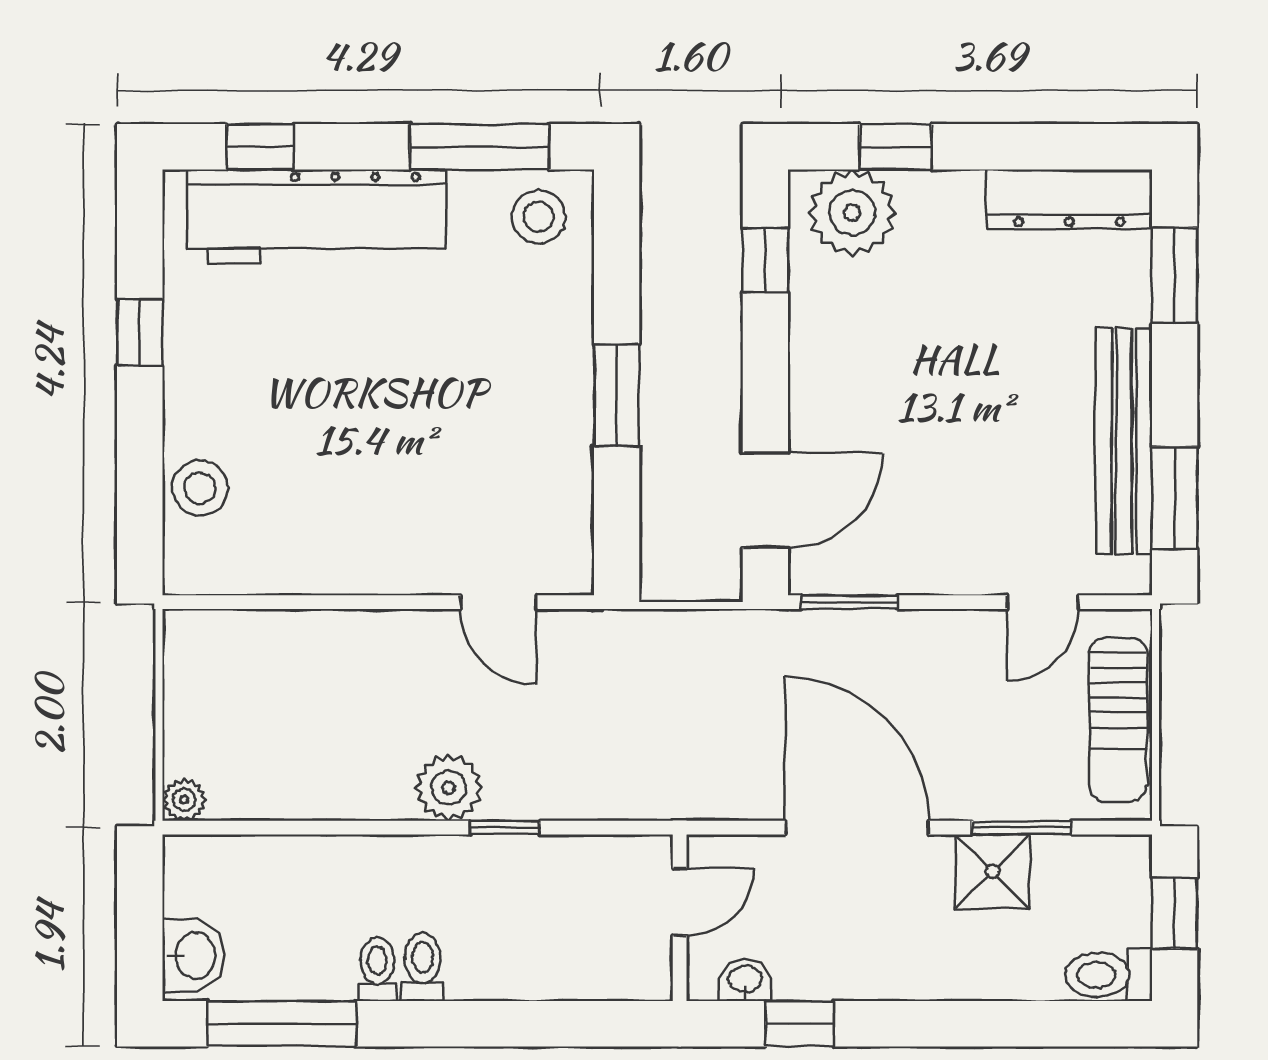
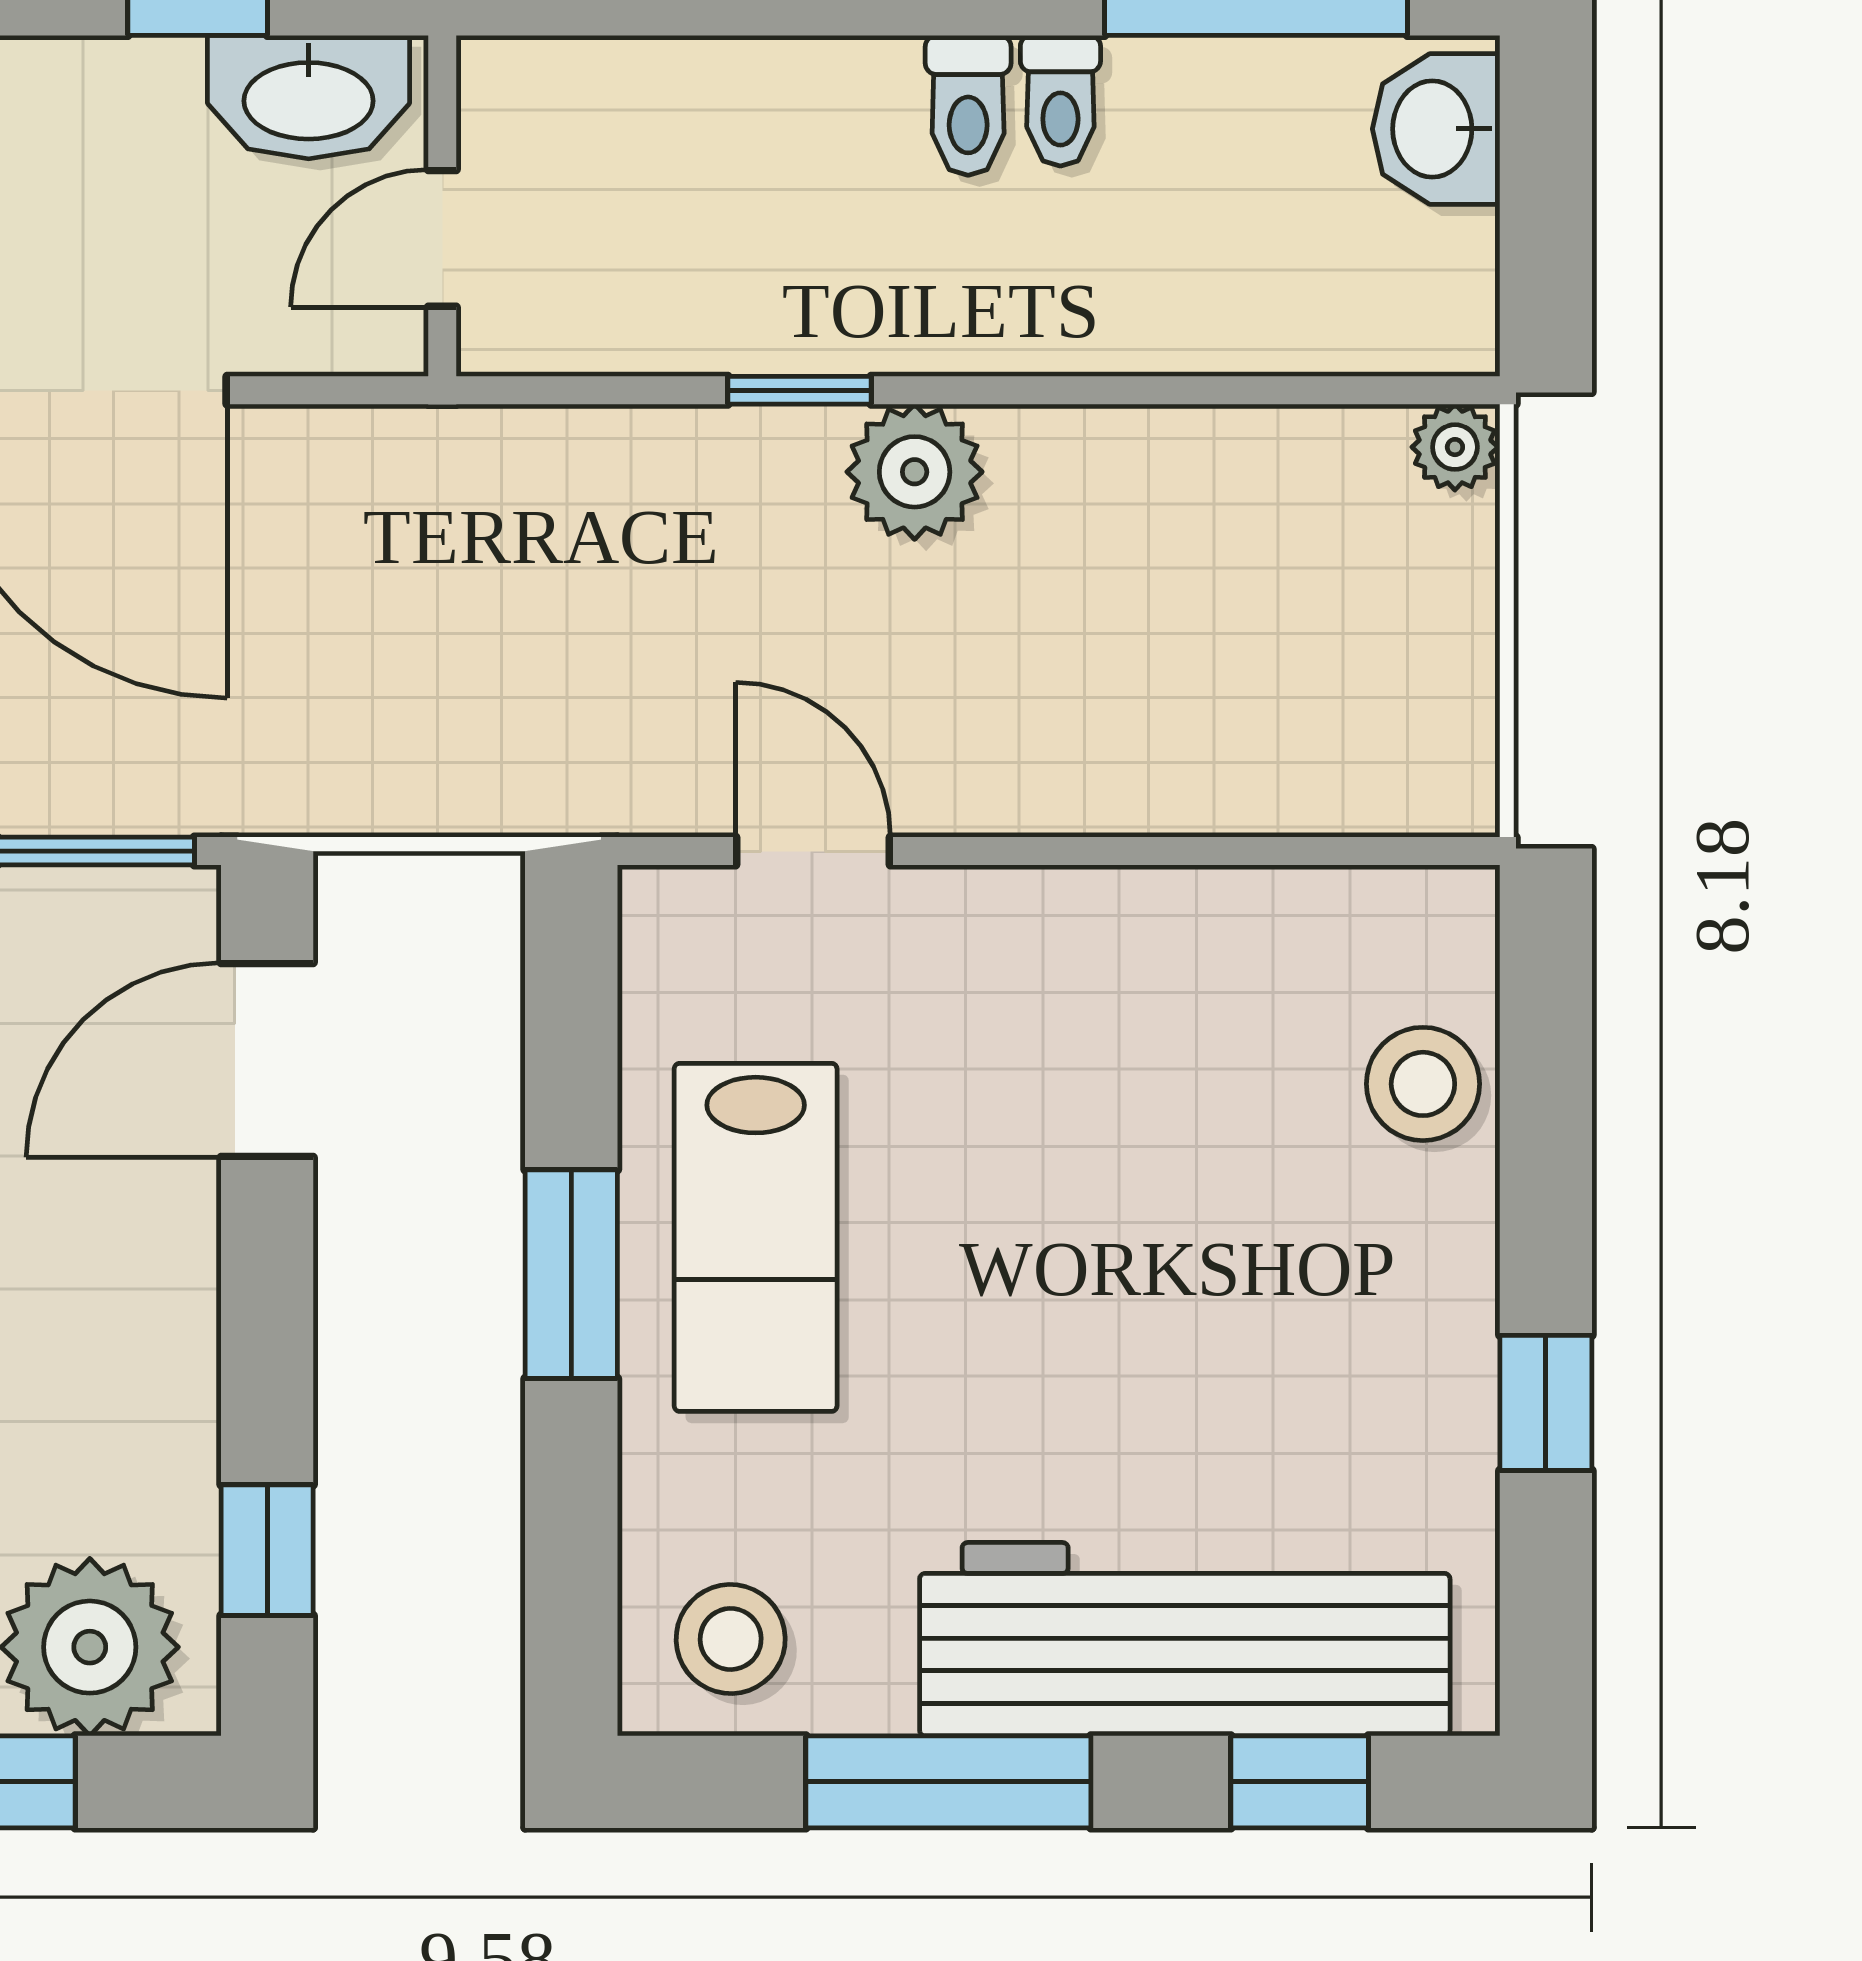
window: (479, 147) -> (948, 1782), moved
lab bench: (526, 413) -> (756, 1237), added
washbasin: (745, 980) -> (309, 97), width x1.91, depth x1.45

